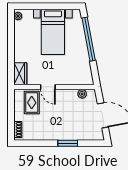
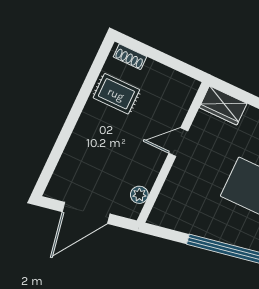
rug: (32, 103) -> (116, 94), moved
window: (68, 143) -> (67, 131), removed

